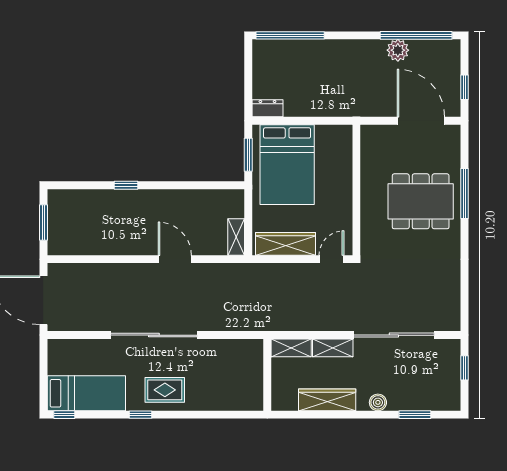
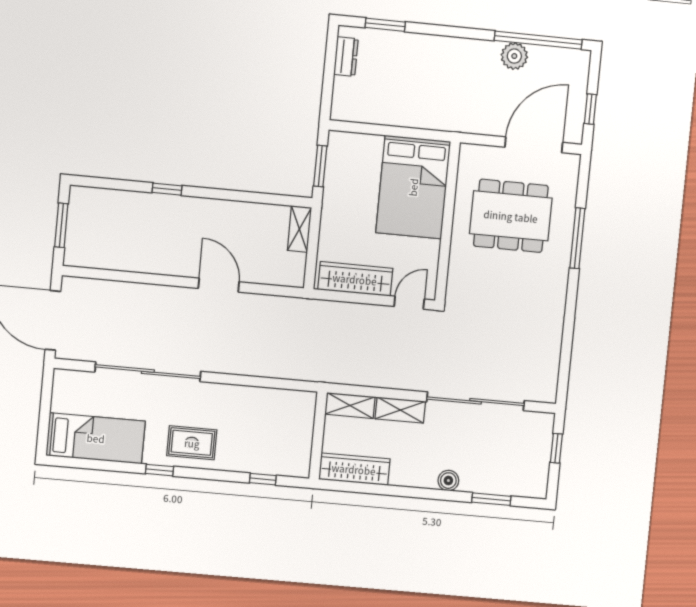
window: (290, 35) -> (385, 25), width x0.47
dresser: (267, 108) -> (346, 57), moved, turned 90
door: (421, 121) -> (534, 145), hinge flipped
bed: (287, 165) -> (413, 187), moved
dining table: (421, 201) -> (511, 216), moved
shelving: (236, 237) -> (299, 229), moved
sliding door: (154, 335) -> (148, 372), moved
wardrobe: (327, 400) -> (354, 469), moved
window: (64, 415) -> (263, 479), moved

